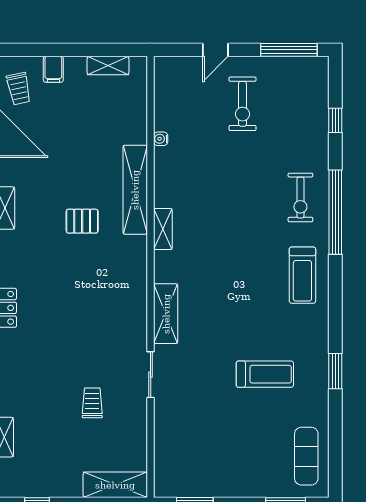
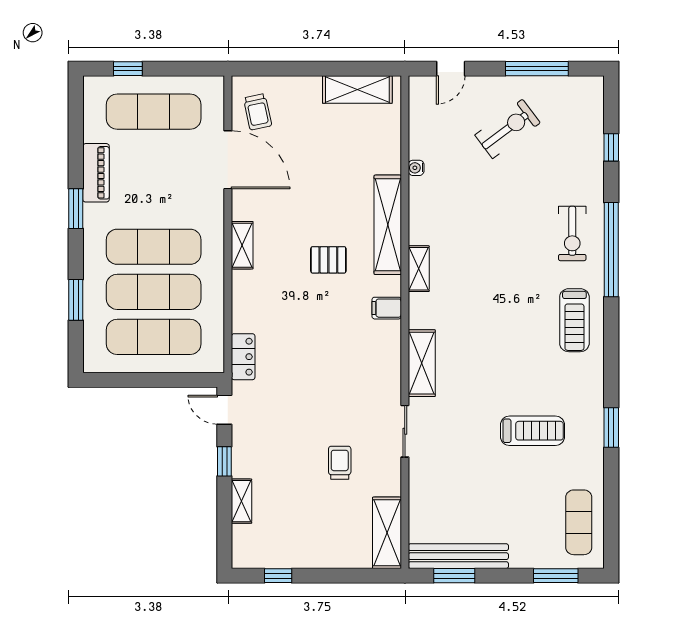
door: (215, 50) -> (451, 69), moved
window: (289, 50) -> (537, 69), moved
shelving: (108, 66) -> (357, 90), width x1.50, depth x1.33
filing cabinet: (53, 69) -> (387, 308), moved, turned 90
exercise bike: (243, 104) -> (508, 129), turned -127
shelving: (115, 485) -> (387, 533), moved, turned 90
bench: (198, 486) -> (458, 556), added

